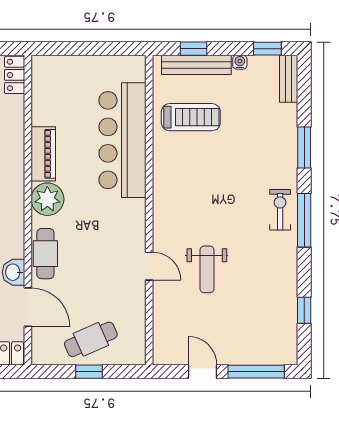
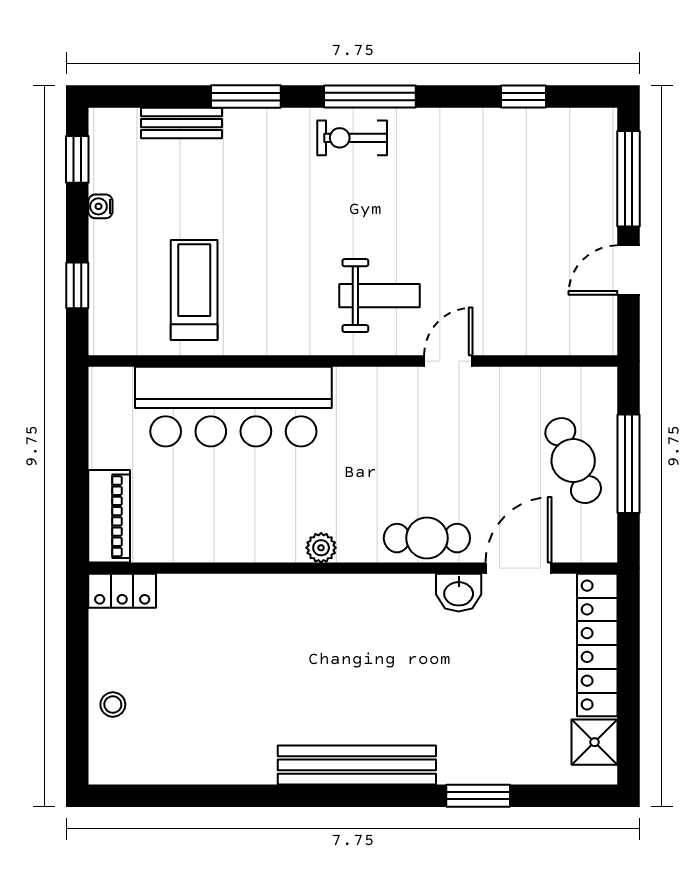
bench: (196, 65) -> (105, 281), removed
bench: (289, 79) -> (182, 123), moved
piano: (43, 154) -> (109, 516), moved, turned 90
plant: (47, 199) -> (321, 548), width x0.53, depth x0.53
weight bench: (207, 269) -> (379, 296), moved
window: (89, 372) -> (628, 464), width x2.17

